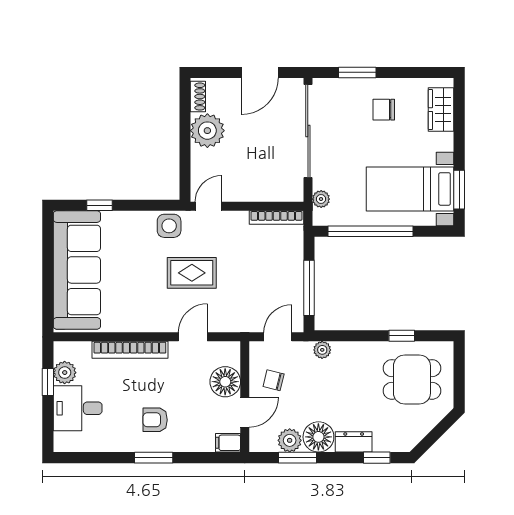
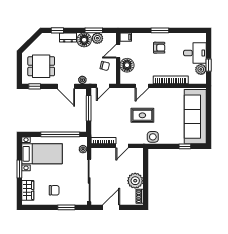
window: (459, 190) -> (19, 169), moved
door: (208, 206) -> (122, 146), moved
door: (358, 336) -> (66, 86), added
window: (402, 336) -> (35, 86), moved

